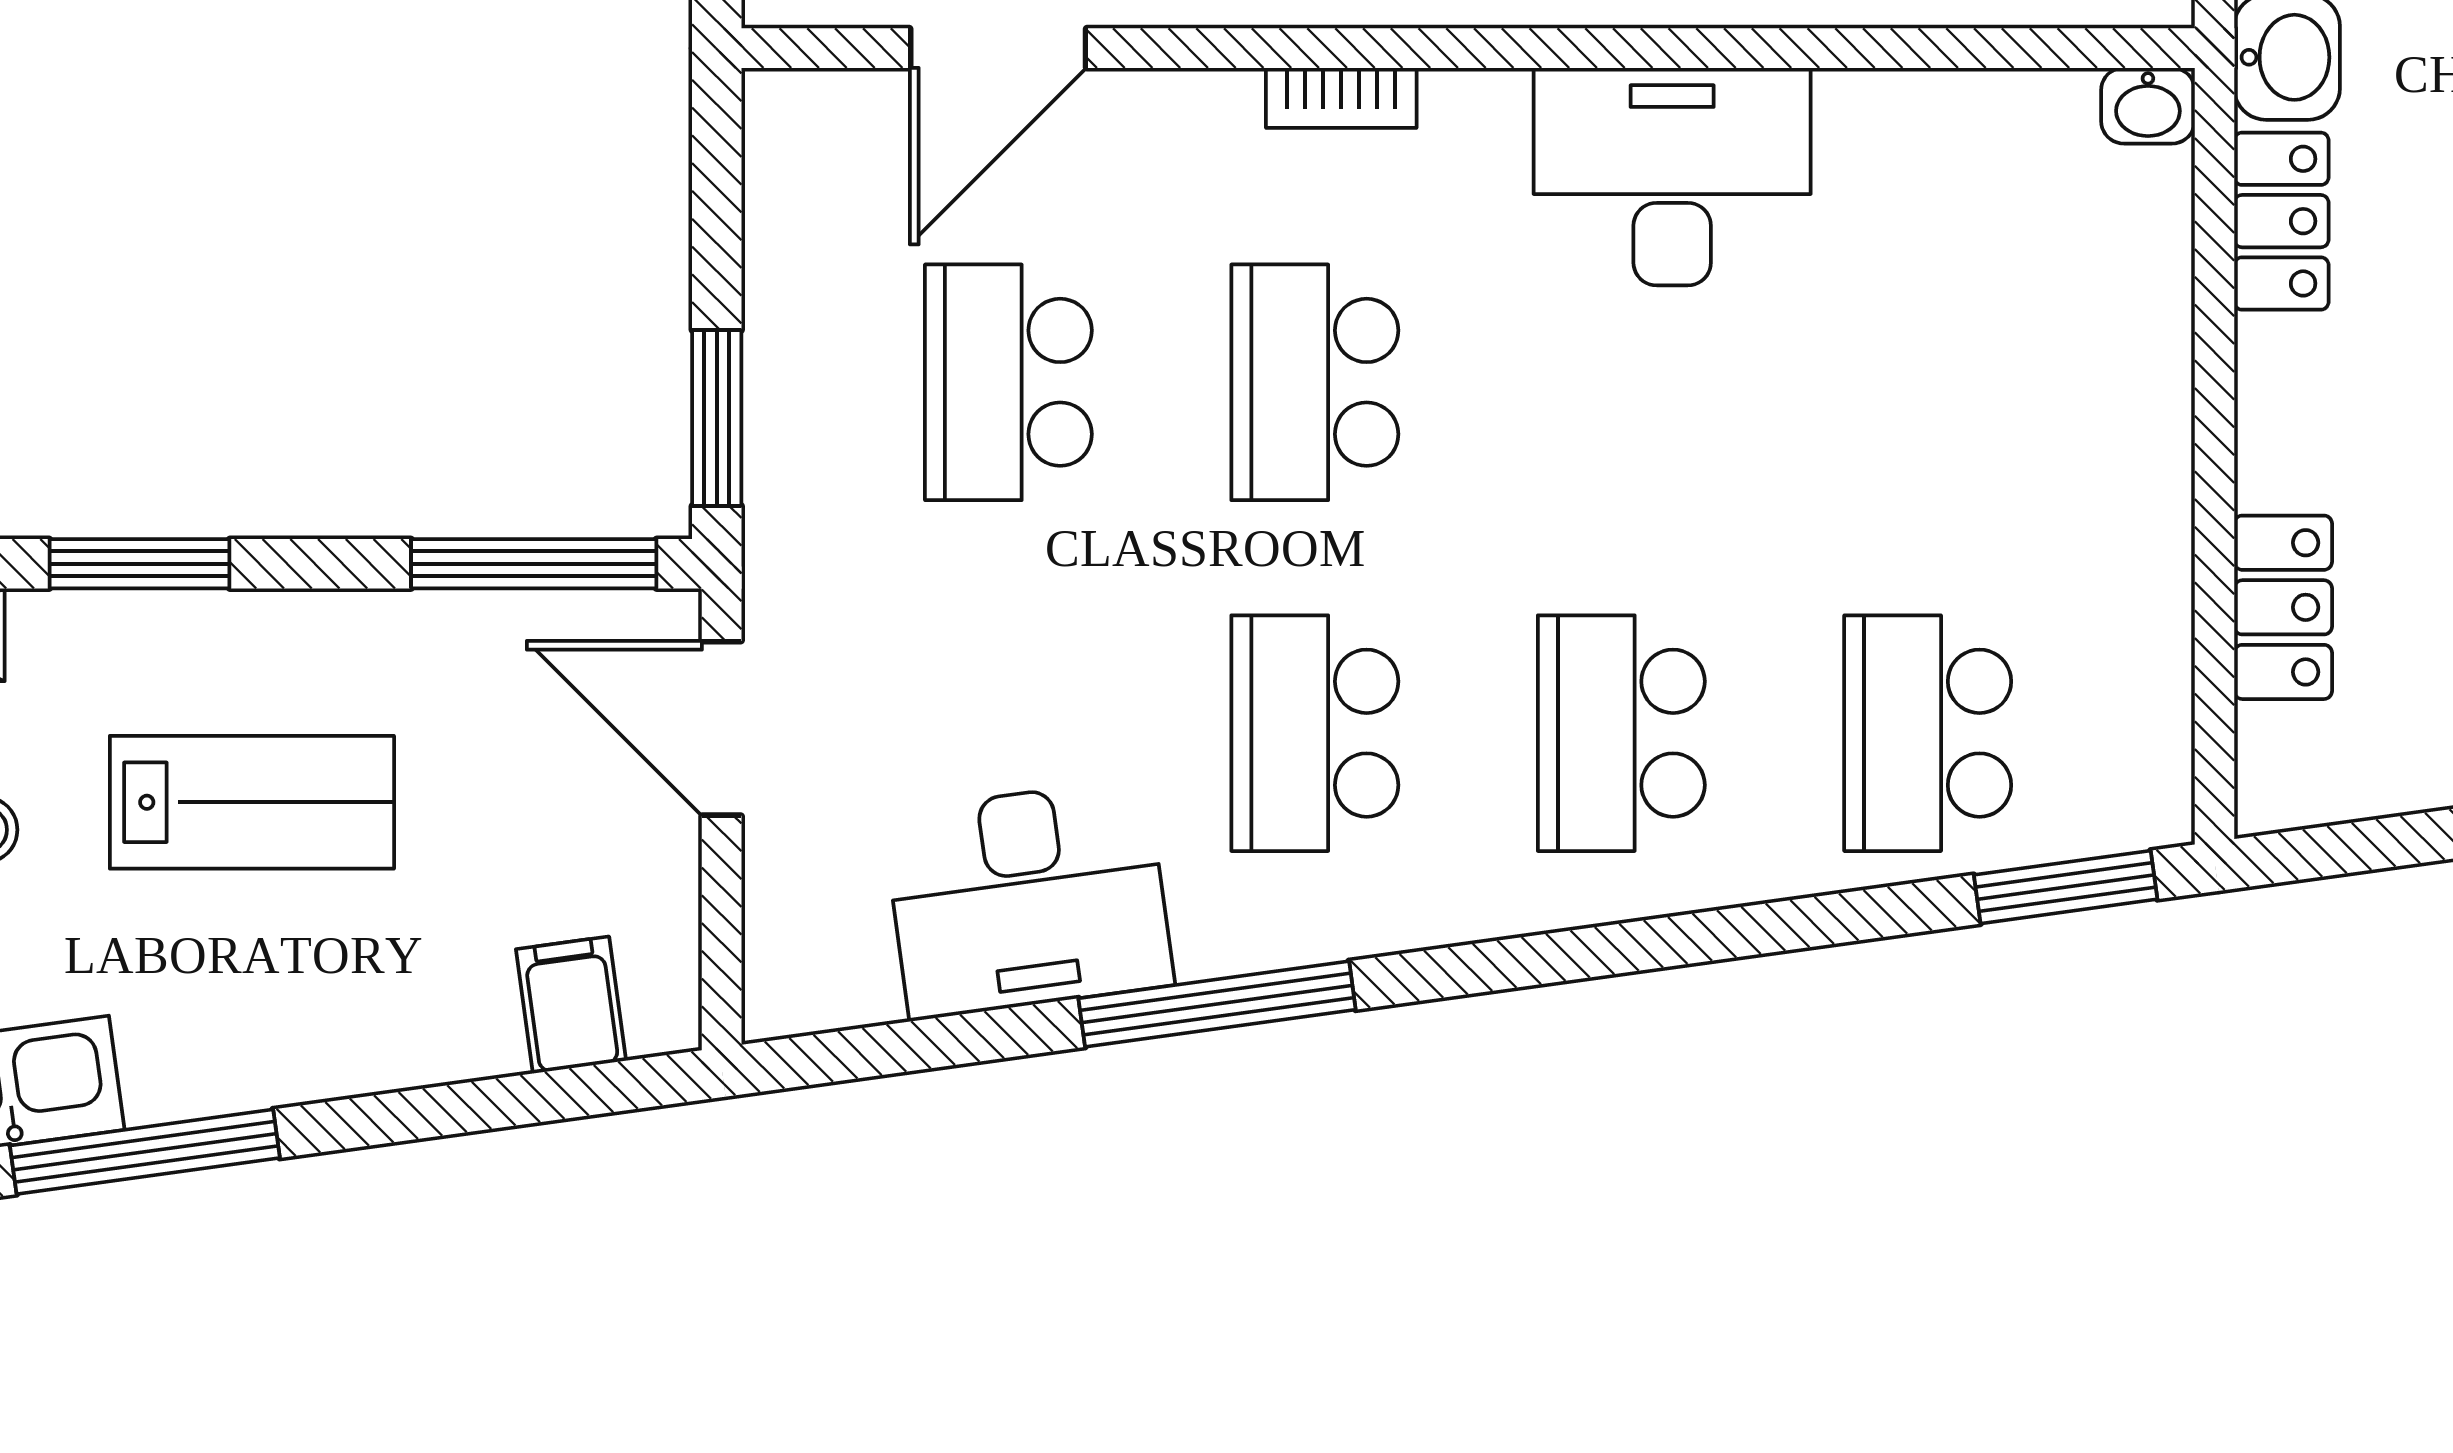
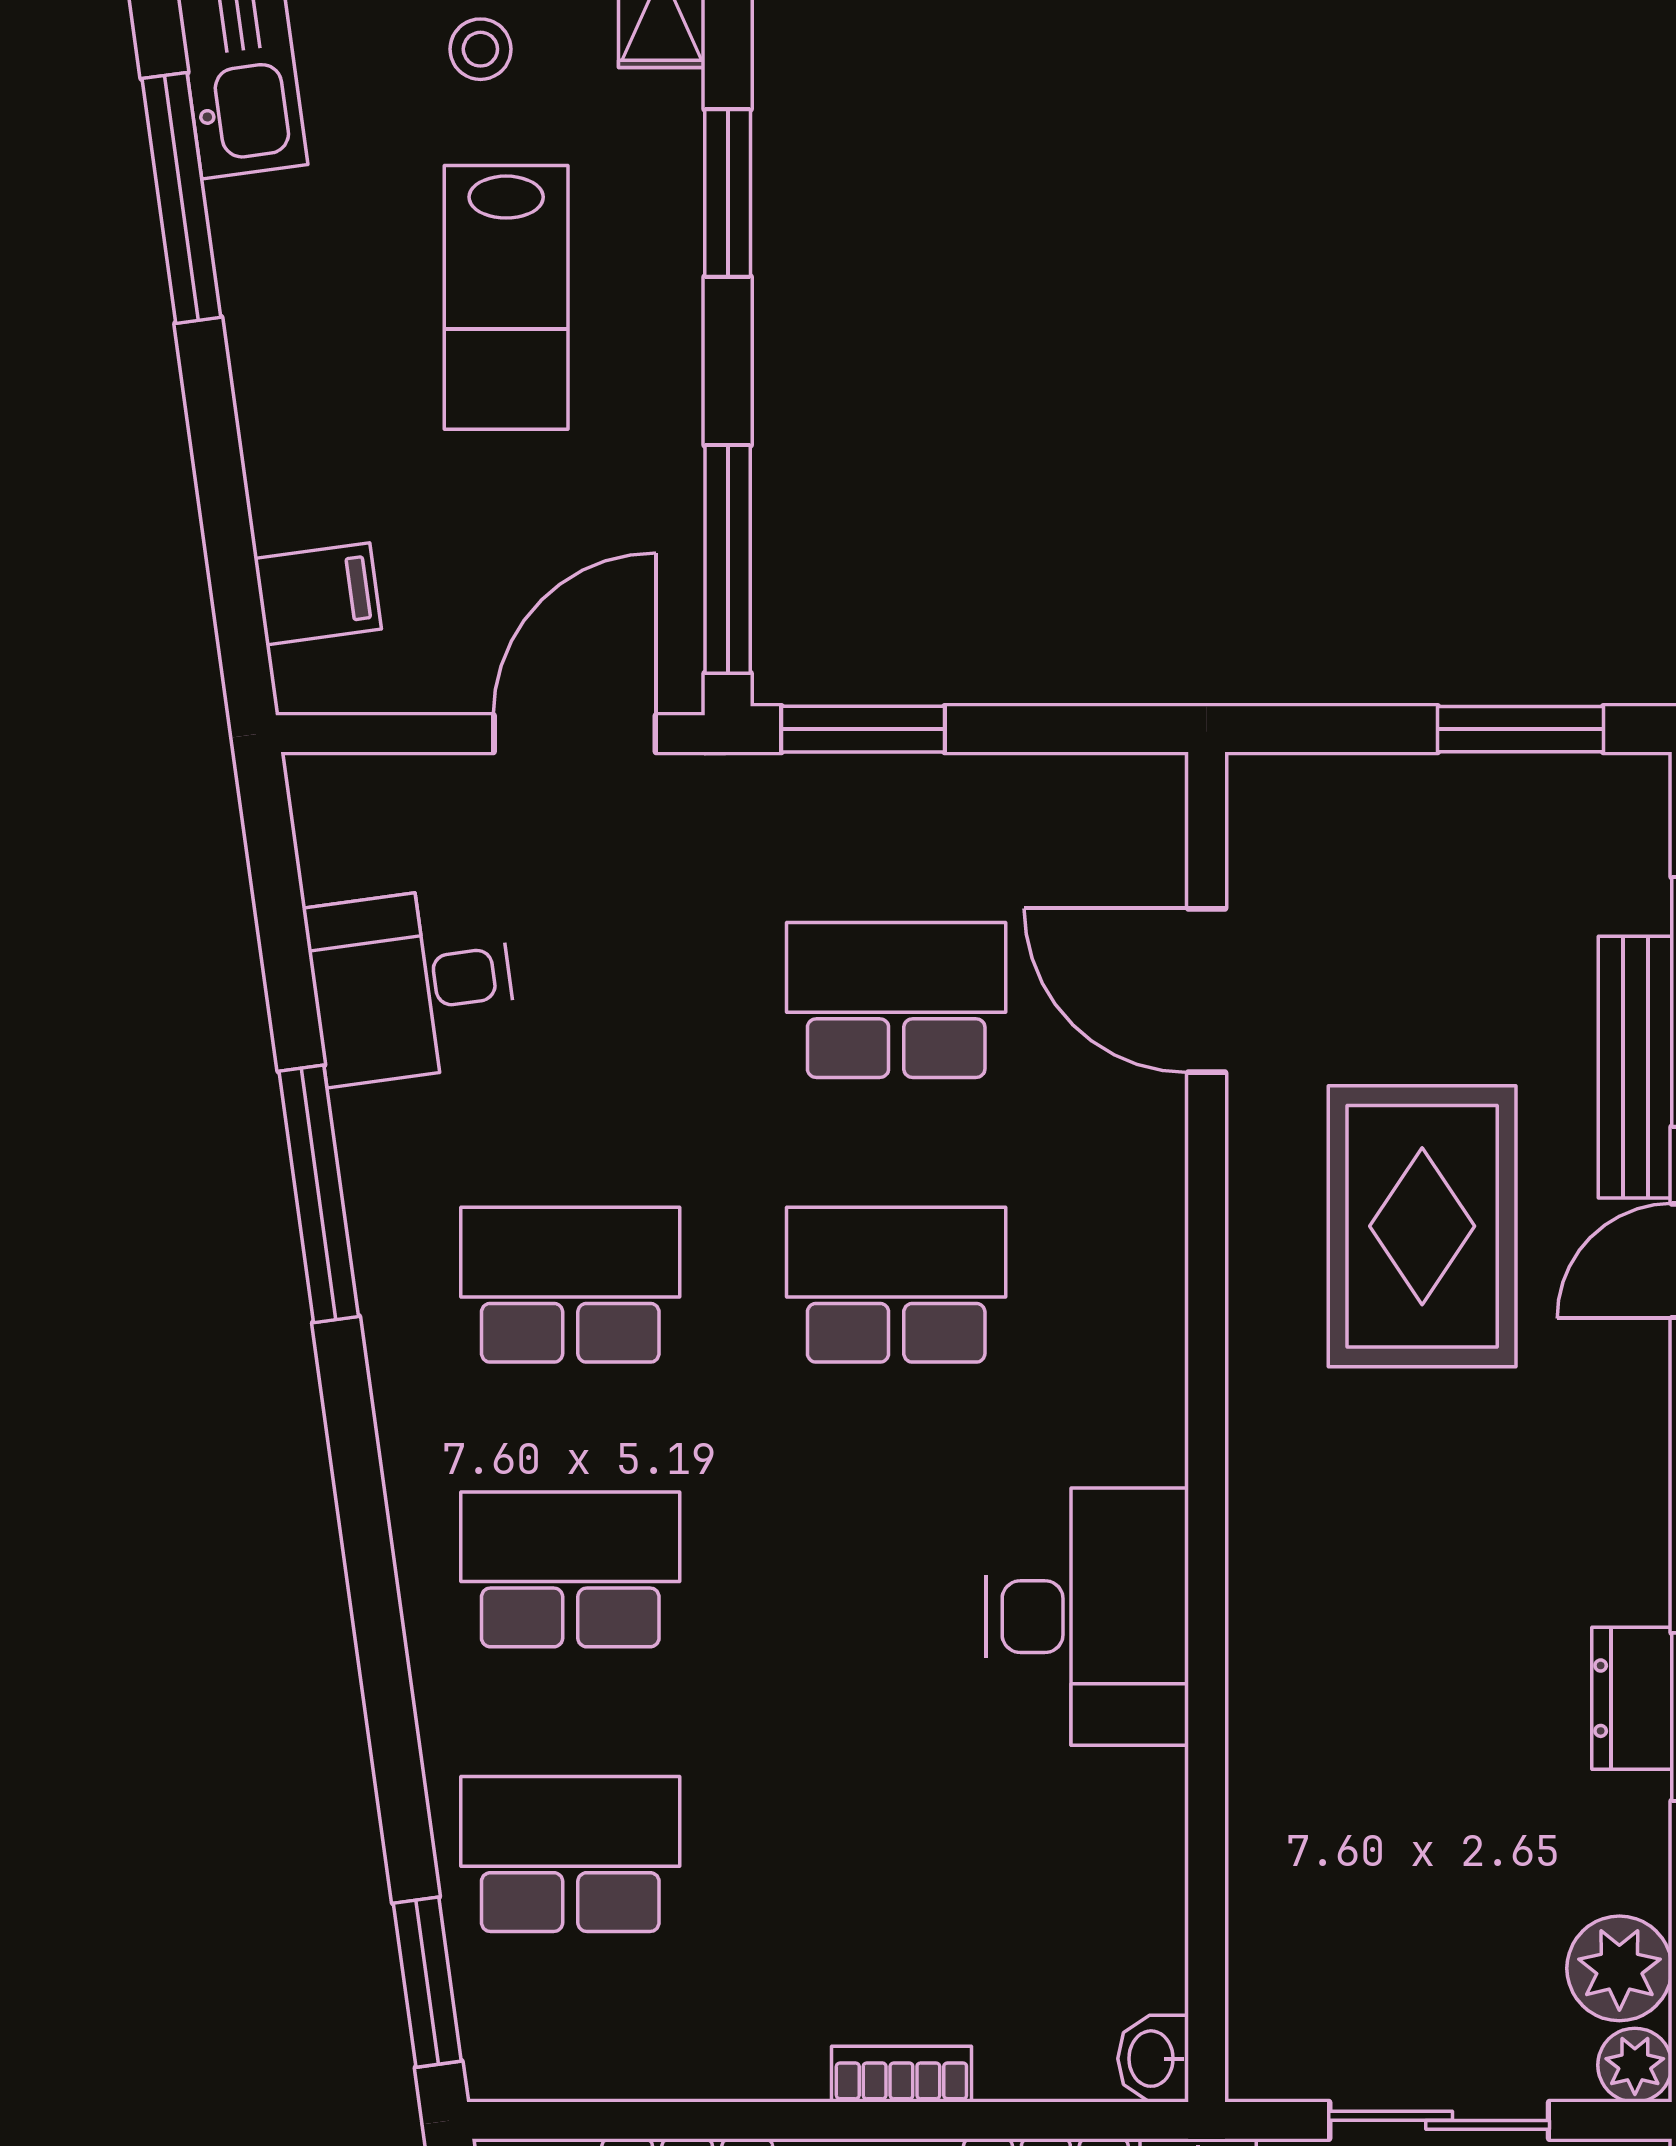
bookcase: (1341, 98) -> (901, 2074), moved, turned 90
desk: (1028, 899) -> (412, 985), width x0.73

